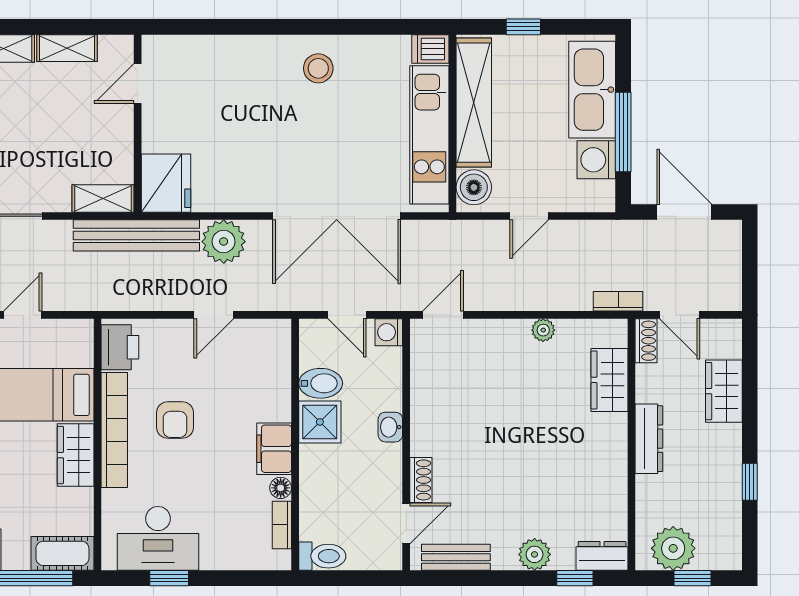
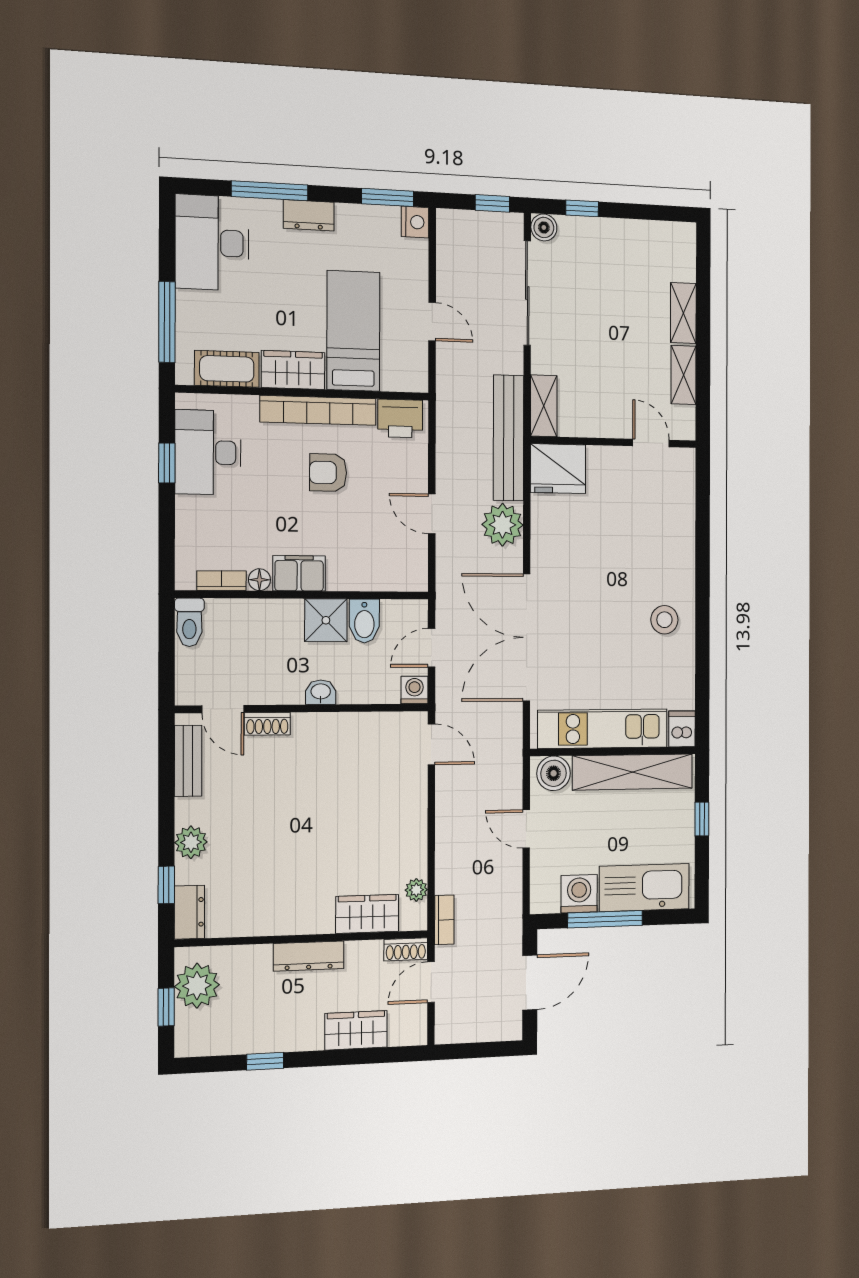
plant: (543, 330) -> (416, 890), moved
cot: (62, 553) -> (227, 369), moved, turned 90

